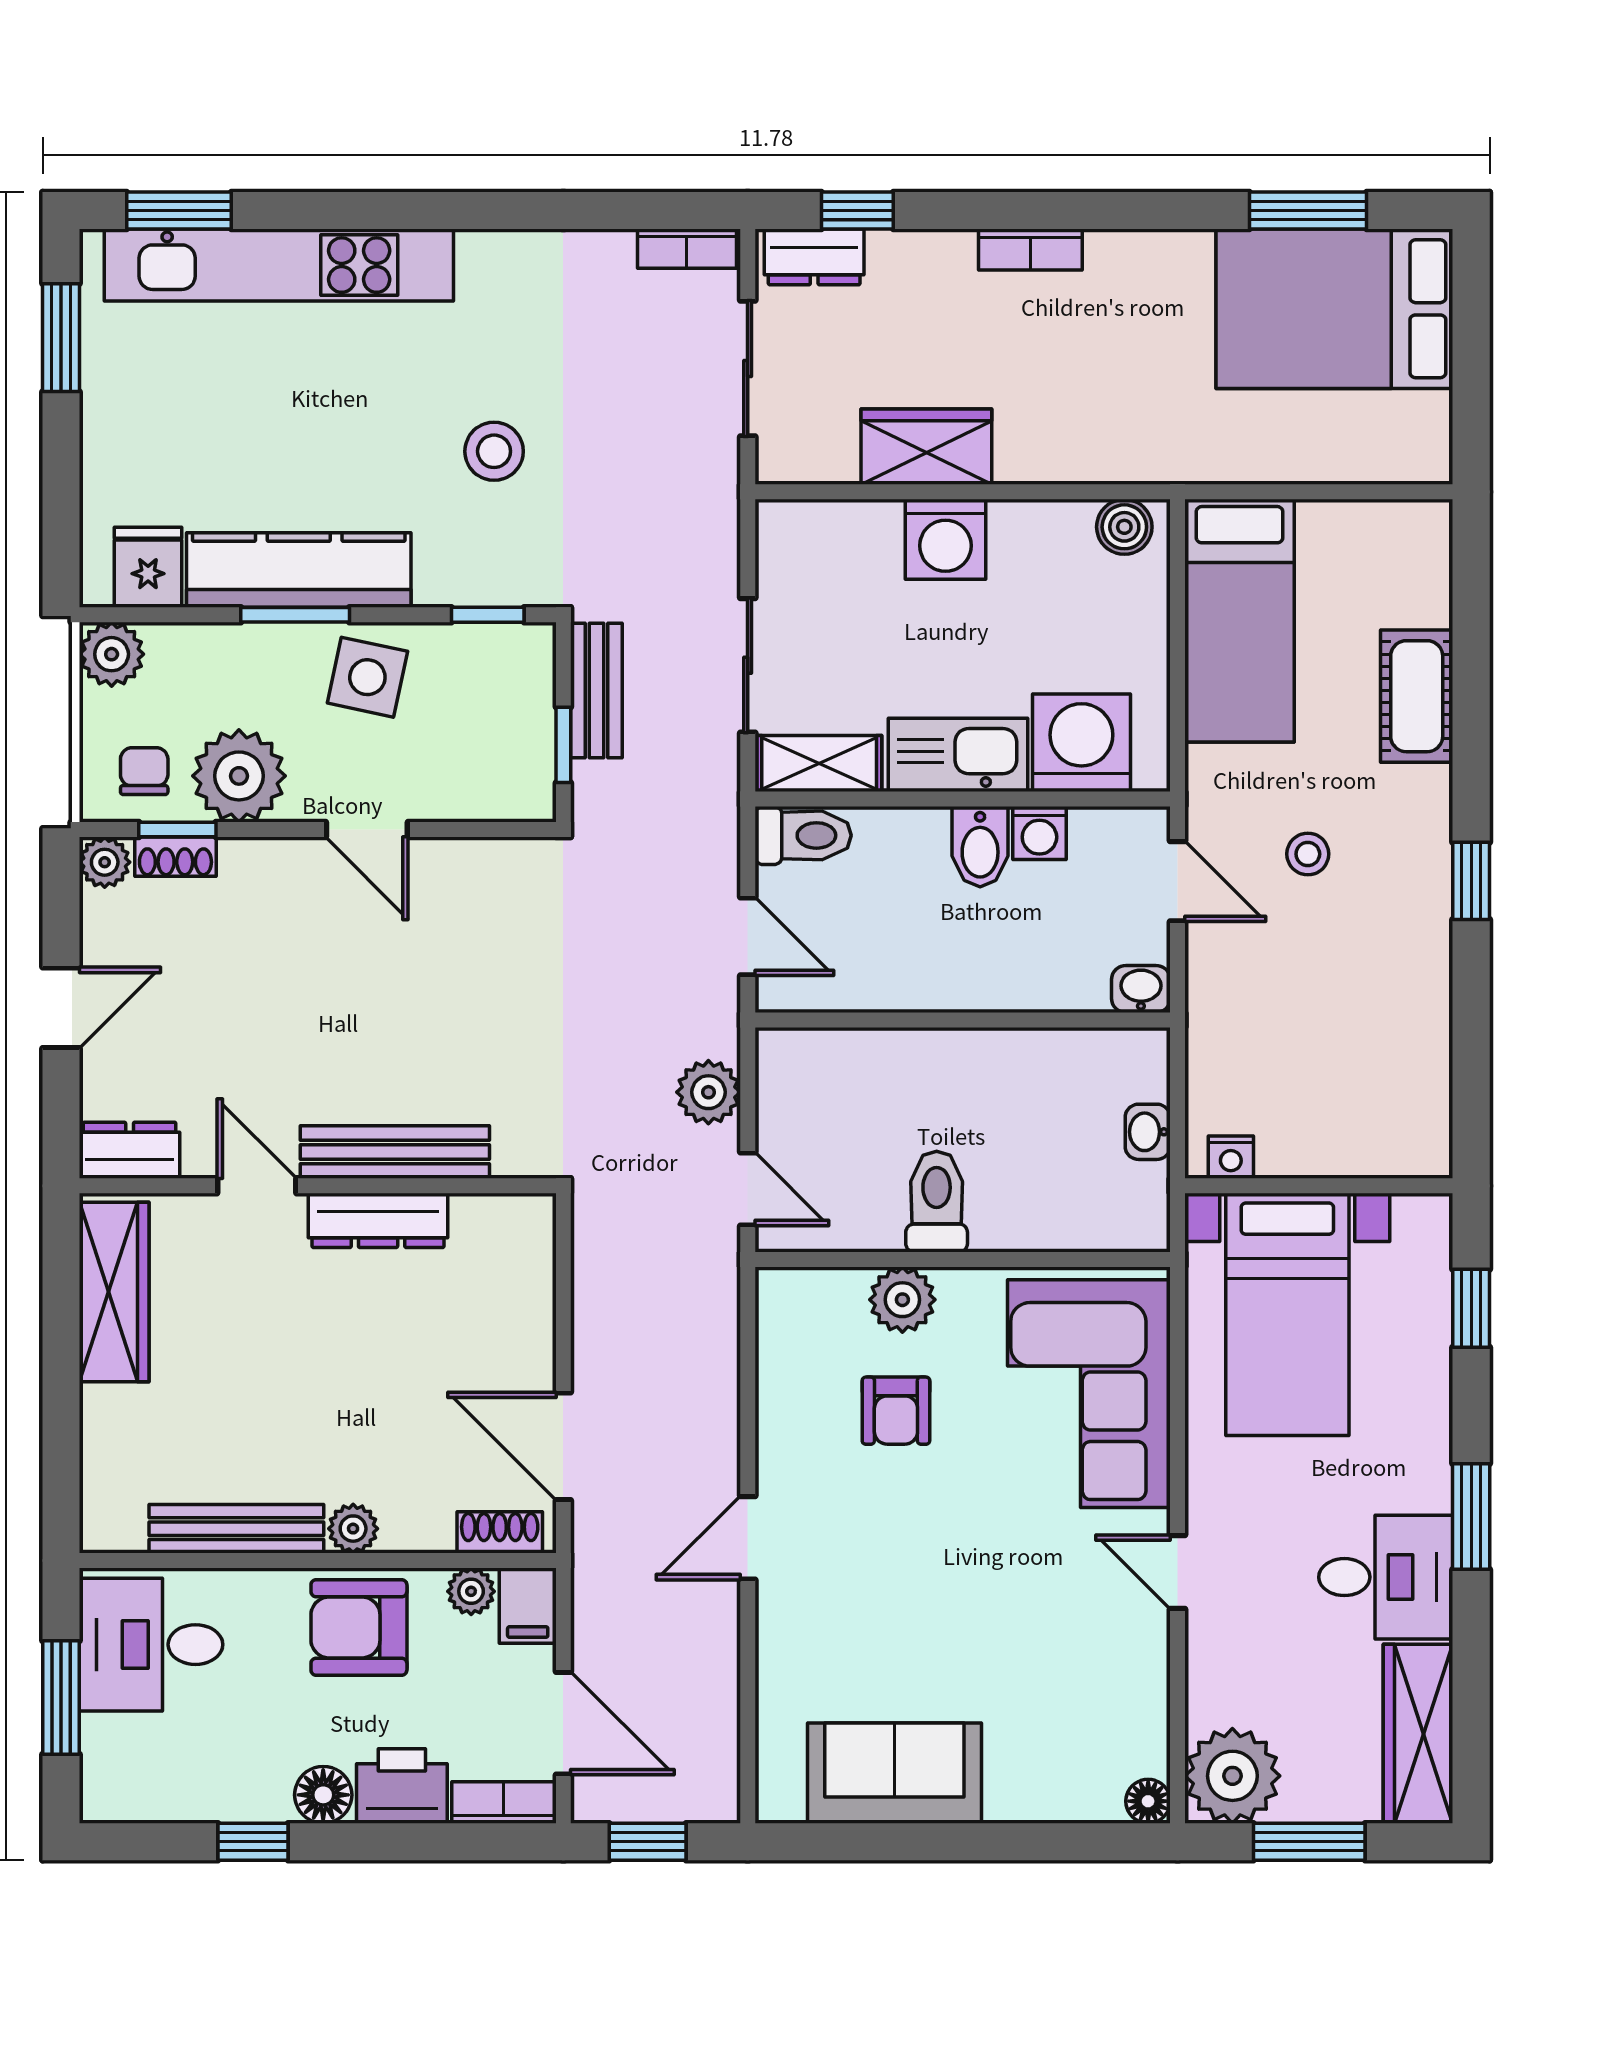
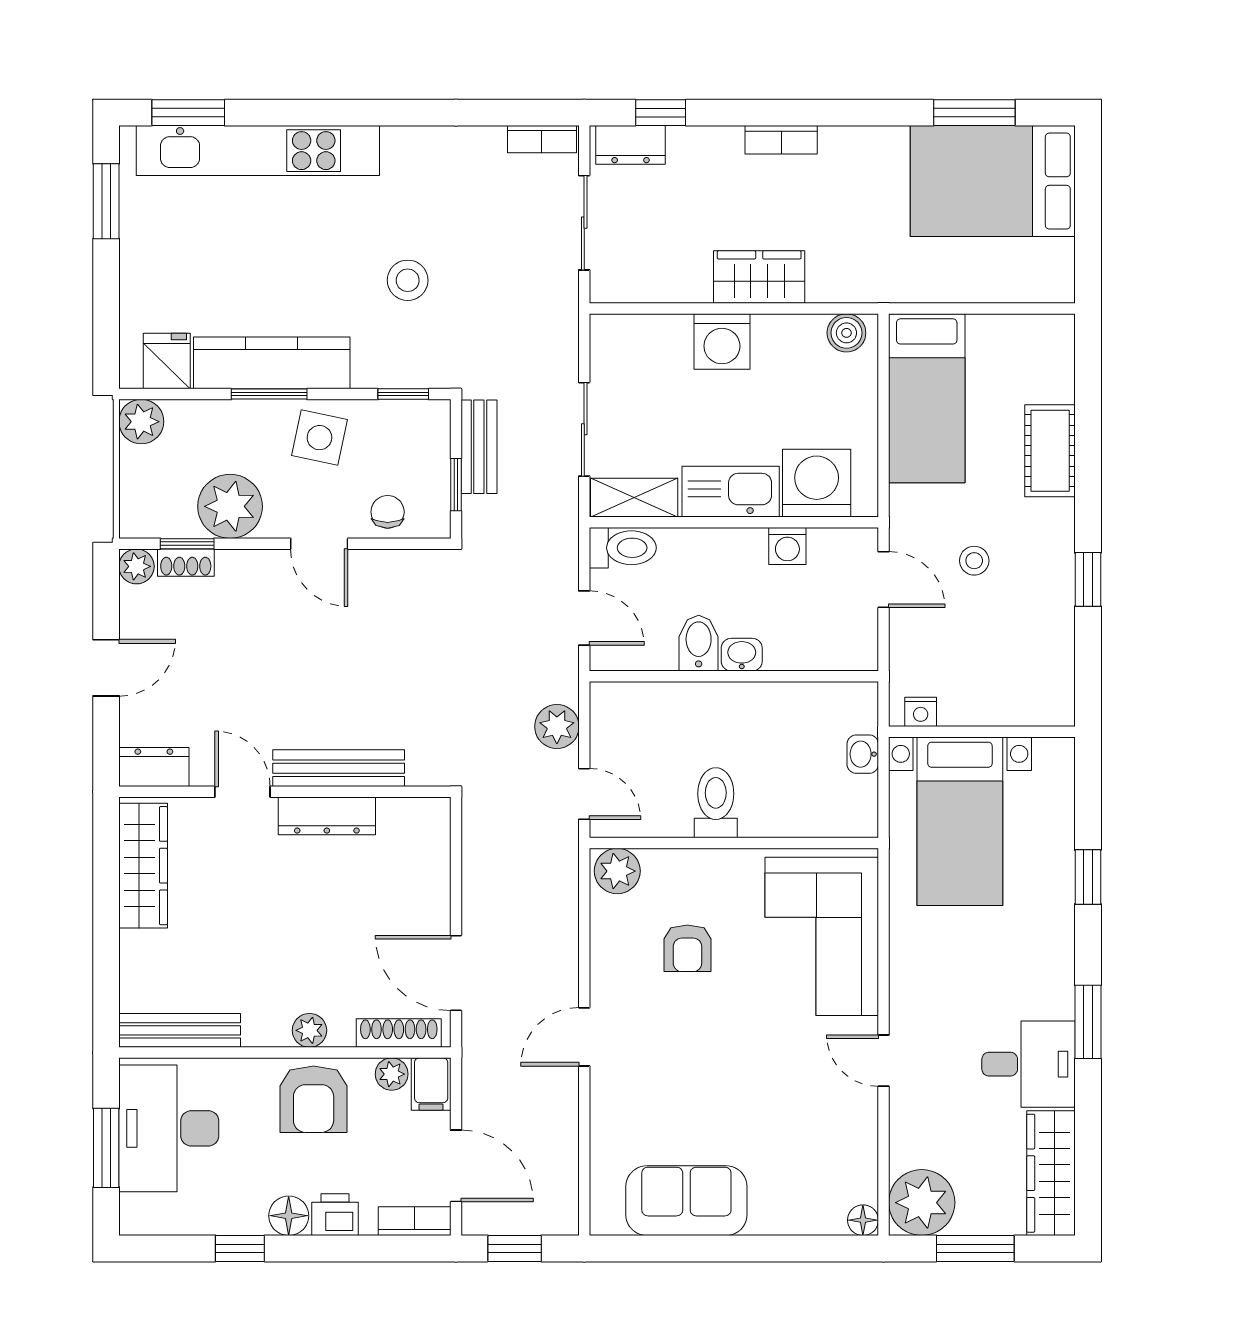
wardrobe: (926, 447) -> (759, 277), moved
chair: (144, 771) -> (388, 512), moved
bidet: (980, 847) -> (699, 643), moved, turned 180
washbasin: (1141, 989) -> (742, 655), moved
nightstand: (1231, 1157) -> (921, 712), moved
wall: (1319, 1186) -> (982, 732), moved
plant: (902, 1300) -> (617, 871), moved
bed with nightstands: (1287, 1314) -> (960, 821), moved
bench: (236, 1529) -> (180, 1030), moved
shoe rack: (500, 1532) -> (399, 1033), width x1.43
armchair: (359, 1627) -> (314, 1099), turned -90
desk: (151, 1645) -> (169, 1128), width x1.37
printer: (402, 1786) -> (335, 1215), width x0.73, depth x0.81

